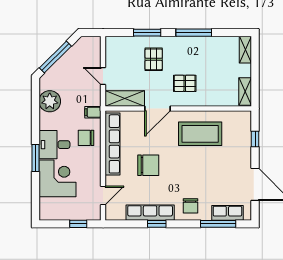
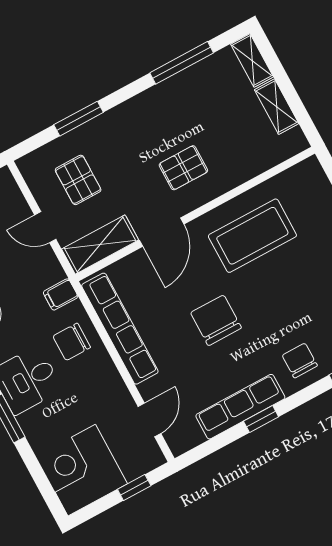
window: (194, 33) -> (182, 63), moved
pallet: (154, 59) -> (78, 180), moved
shelving: (245, 92) -> (277, 107), moved
chair: (148, 165) -> (216, 320), moved, turned -90
corner desk: (57, 178) -> (82, 470), moved, turned -90
chair: (190, 206) -> (300, 361), turned 180

